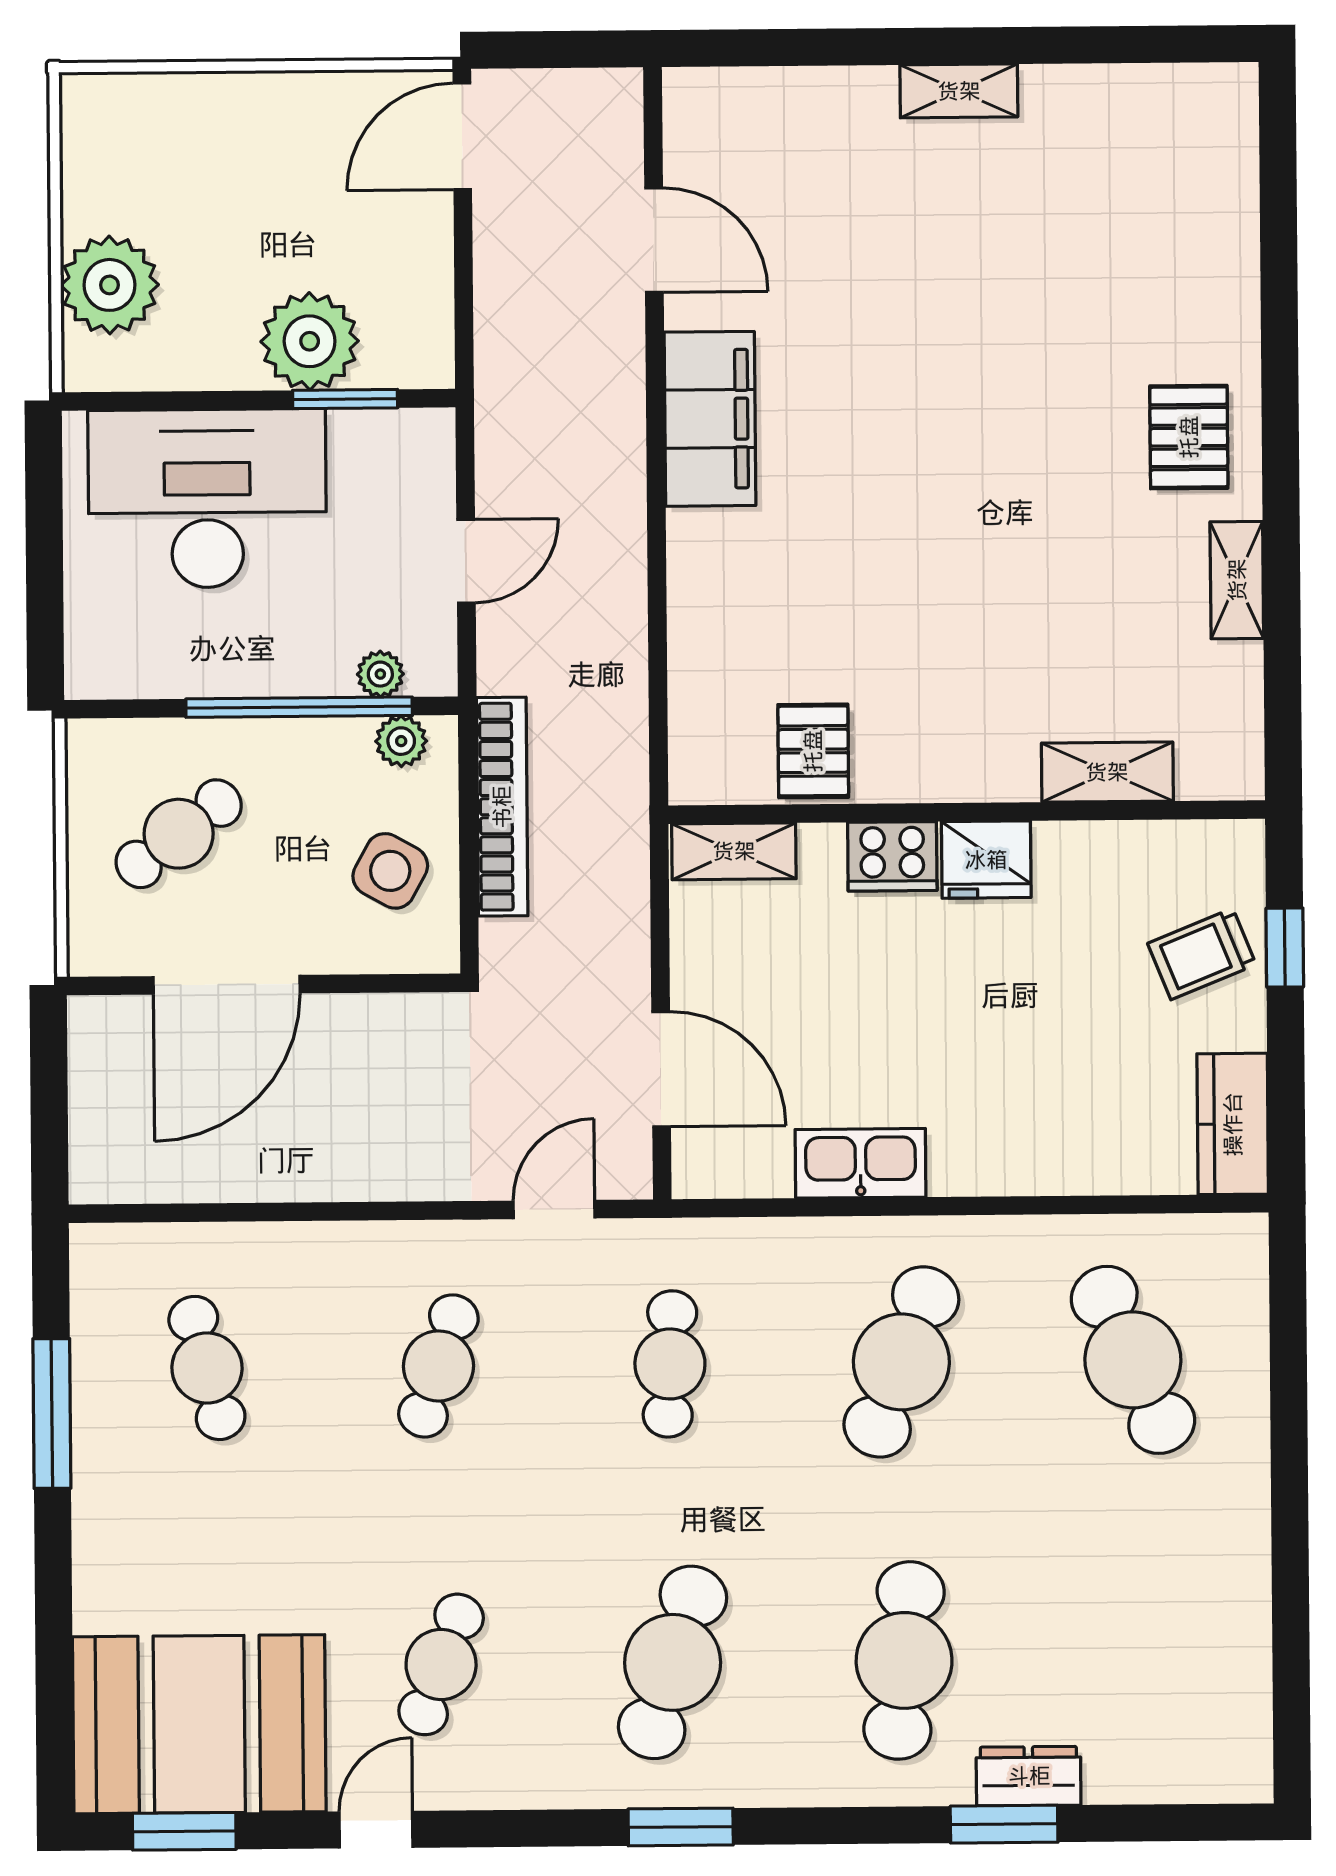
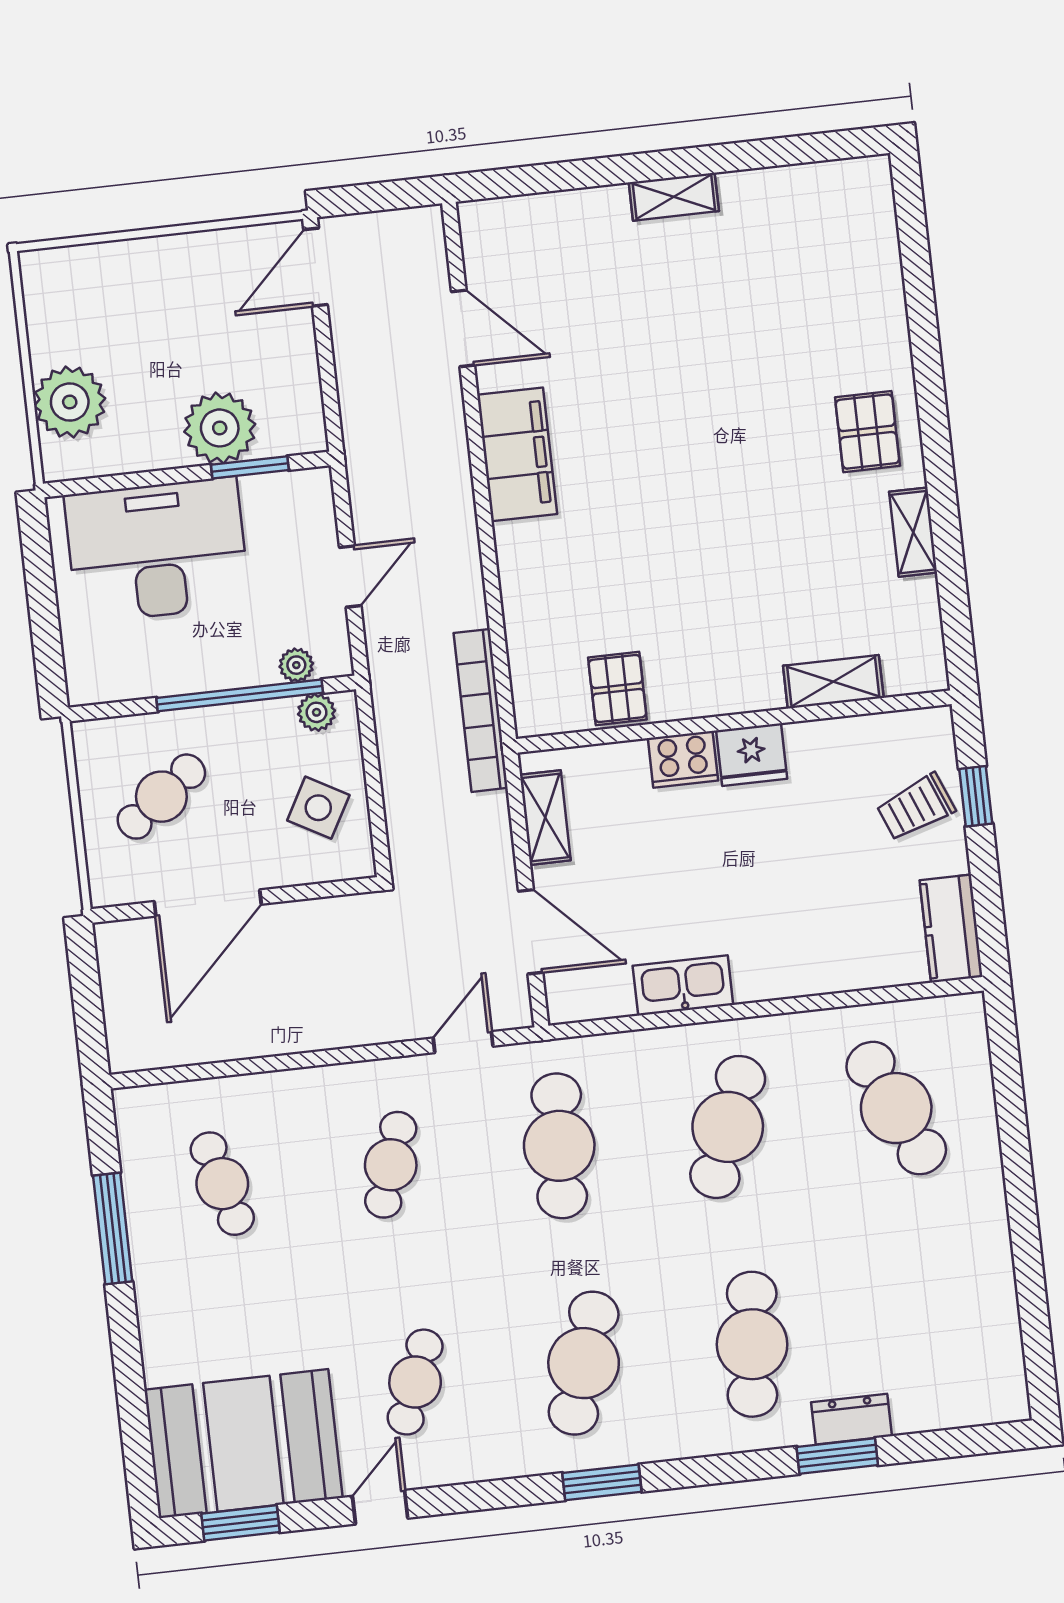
bookcase: (502, 807) -> (481, 710), moved, turned 180
shelving: (734, 851) -> (545, 818), moved, turned 90
cafe table: (670, 1364) -> (559, 1146), width x1.37, depth x1.35

